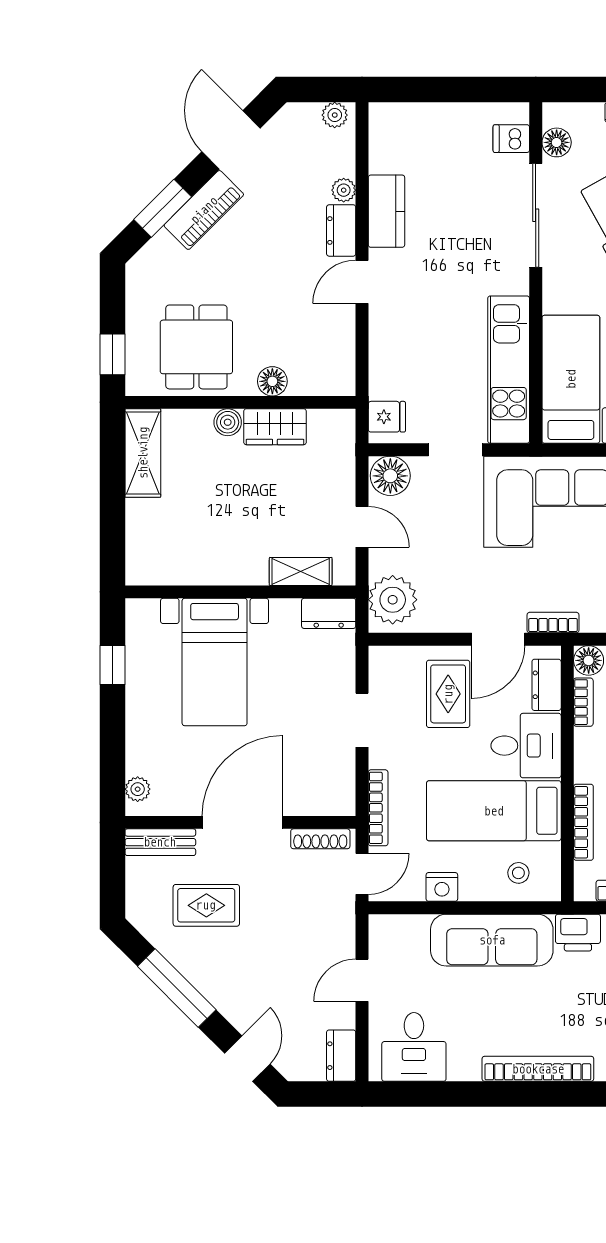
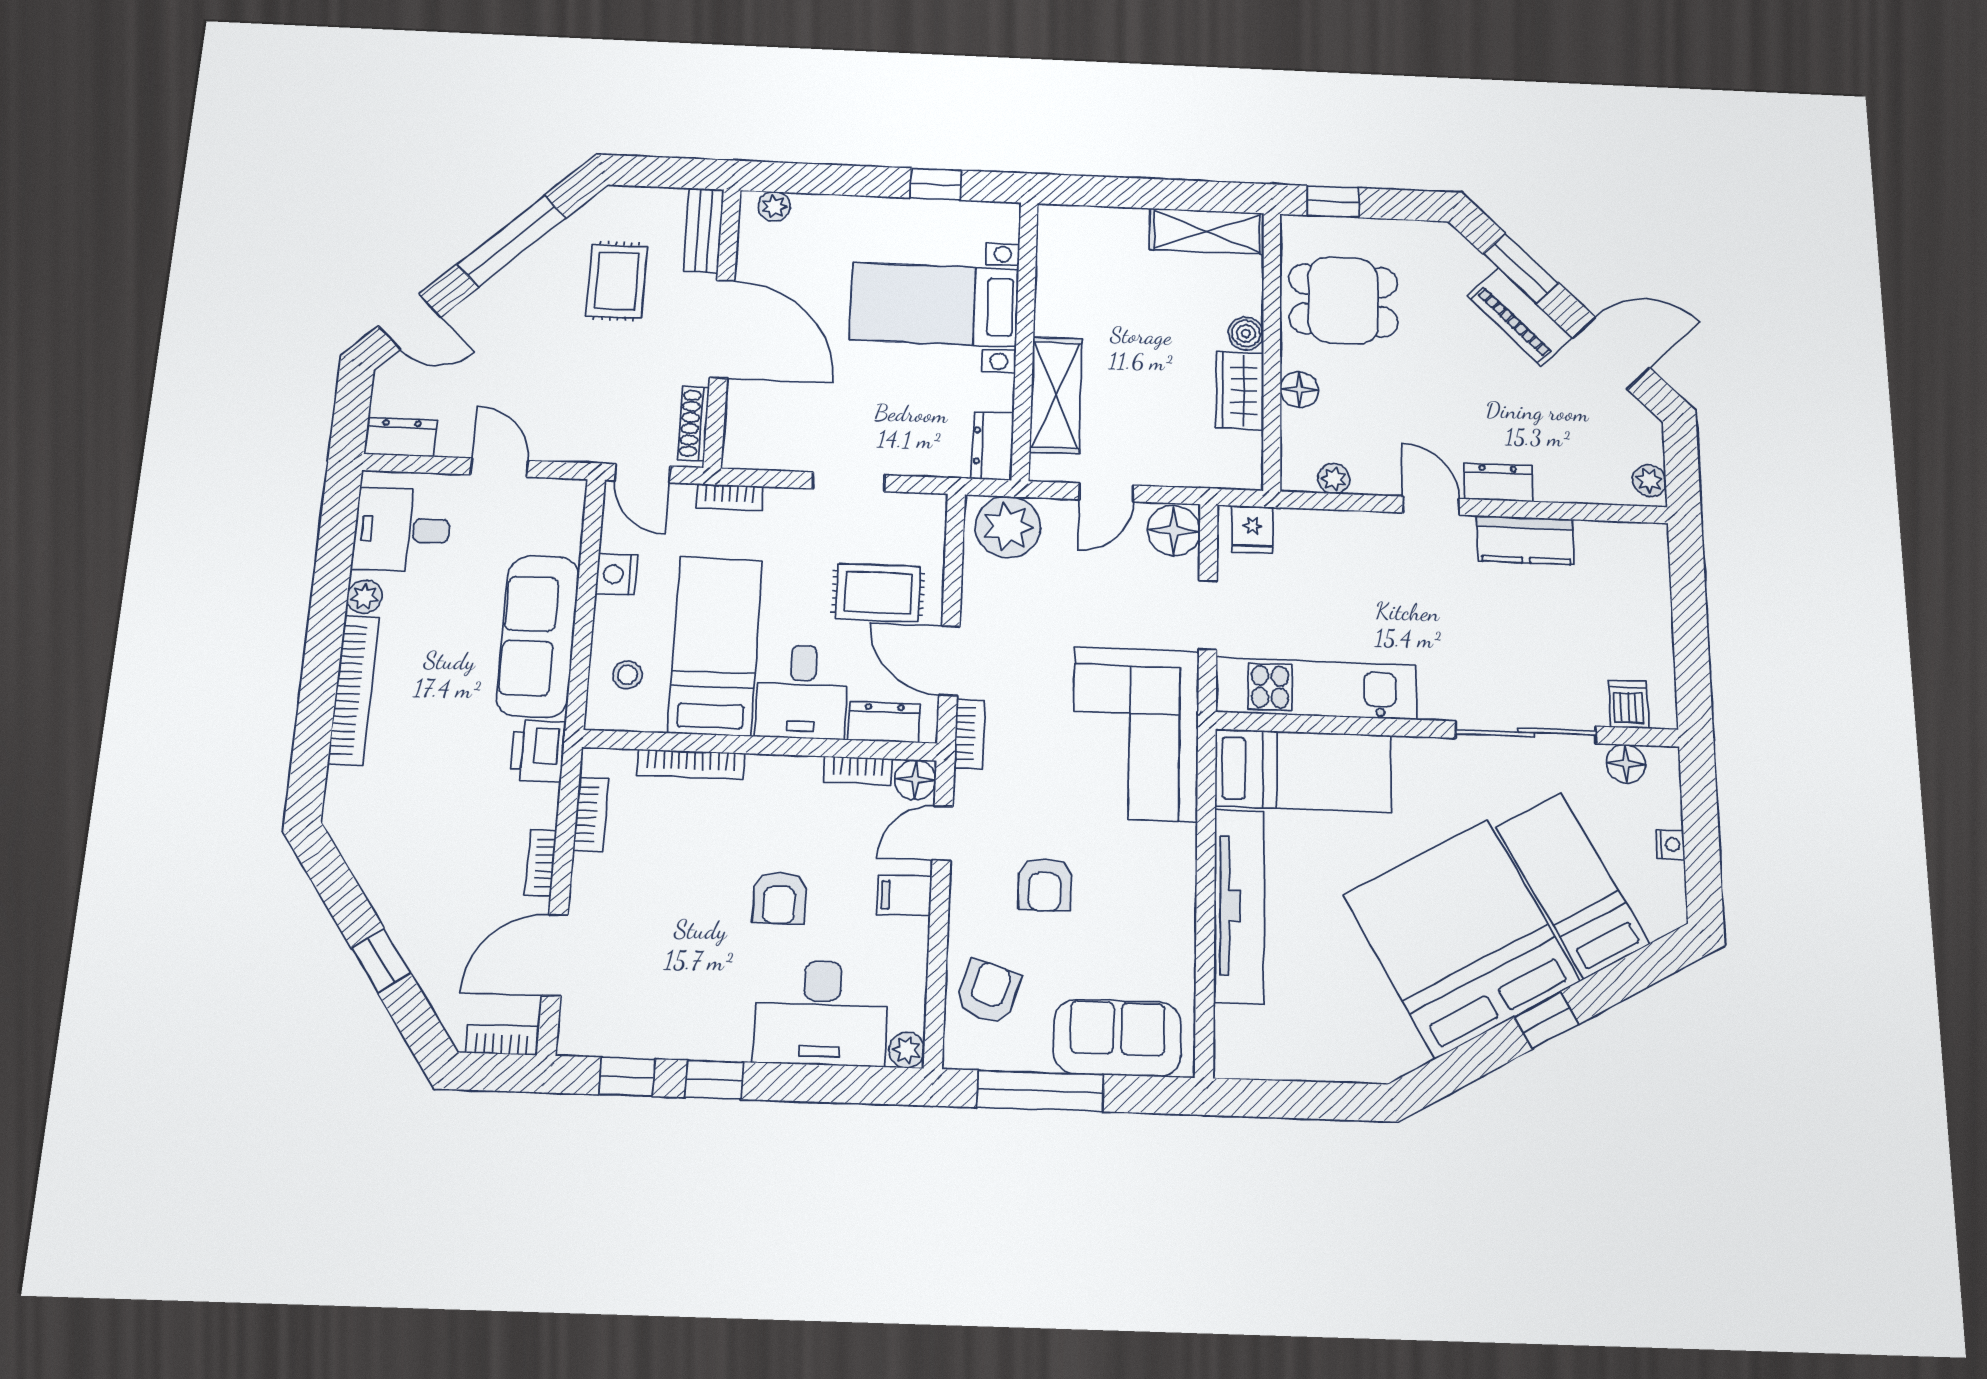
plant: (344, 190) -> (1334, 479), moved
shelving: (301, 571) -> (1056, 395), width x1.50, depth x1.33
bookcase: (378, 808) -> (730, 497), width x0.64
plant: (467, 1069) -> (364, 597), added

